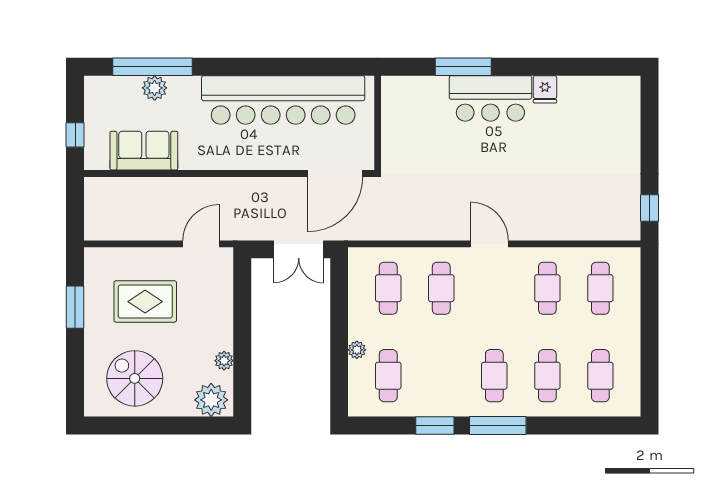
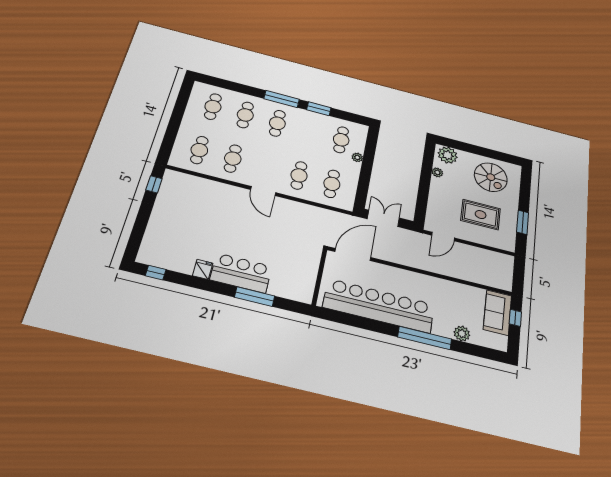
window: (153, 67) -> (425, 338), moved
window: (608, 67) -> (156, 273), added
sofa: (144, 151) -> (497, 313), moved, turned 90

